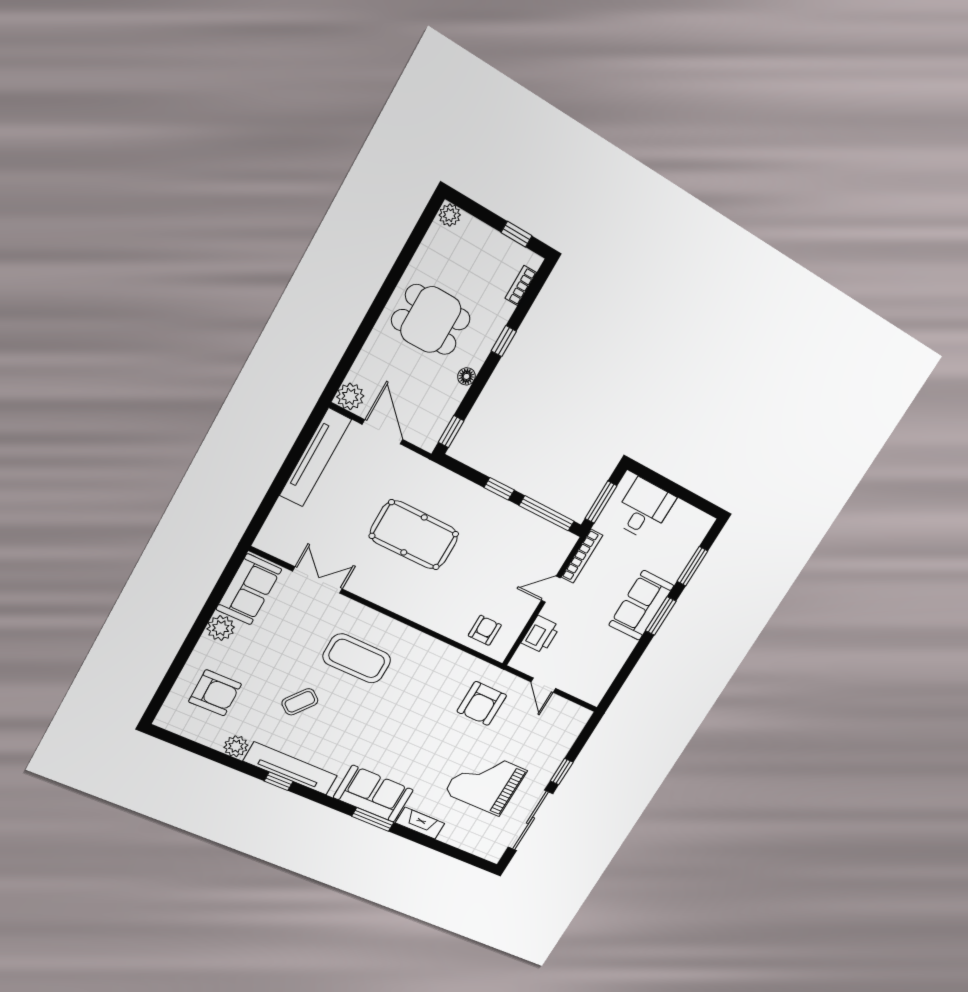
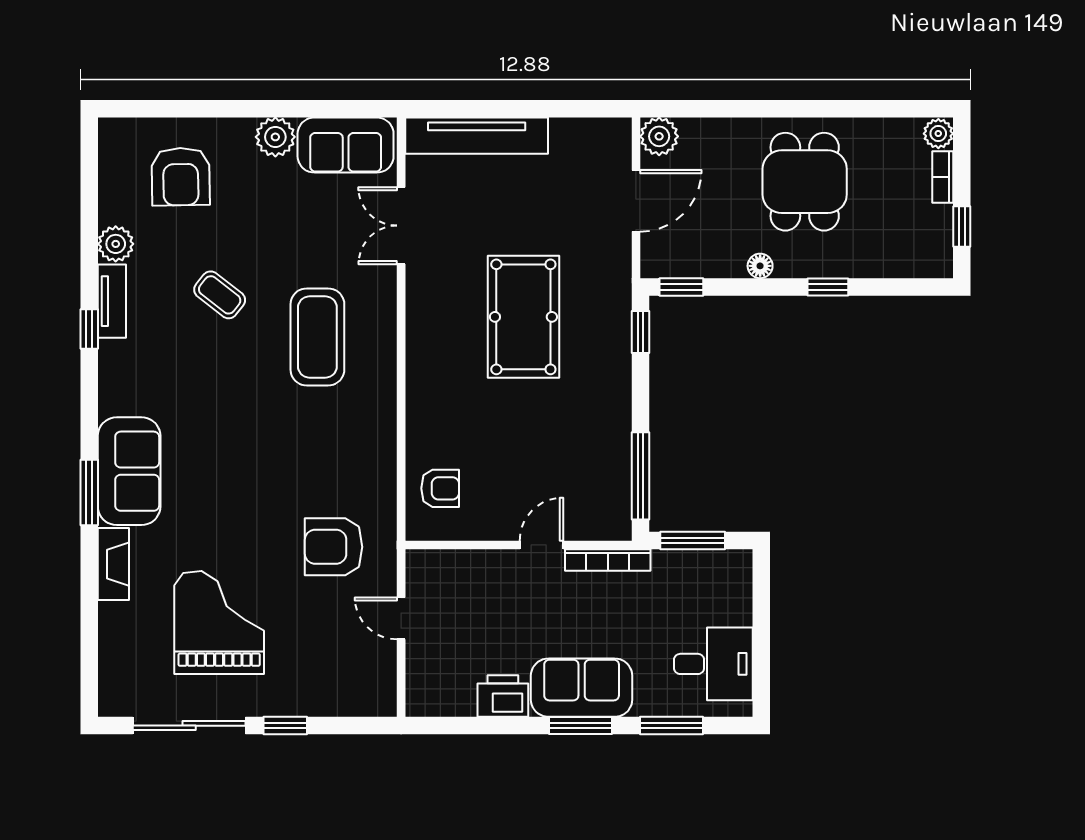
bookcase: (521, 285) -> (943, 177), moved, turned -90
tv unit: (315, 457) -> (477, 136), moved
window: (499, 489) -> (640, 332), moved
desk: (644, 509) -> (713, 664), moved
double door: (317, 580) -> (401, 226), swing flipped
door: (551, 589) -> (541, 545), hinge flipped
printer: (541, 634) -> (503, 696), moved, turned 180
door: (543, 685) -> (401, 618), hinge flipped
tv unit: (290, 768) -> (112, 301), width x0.52, depth x0.78

